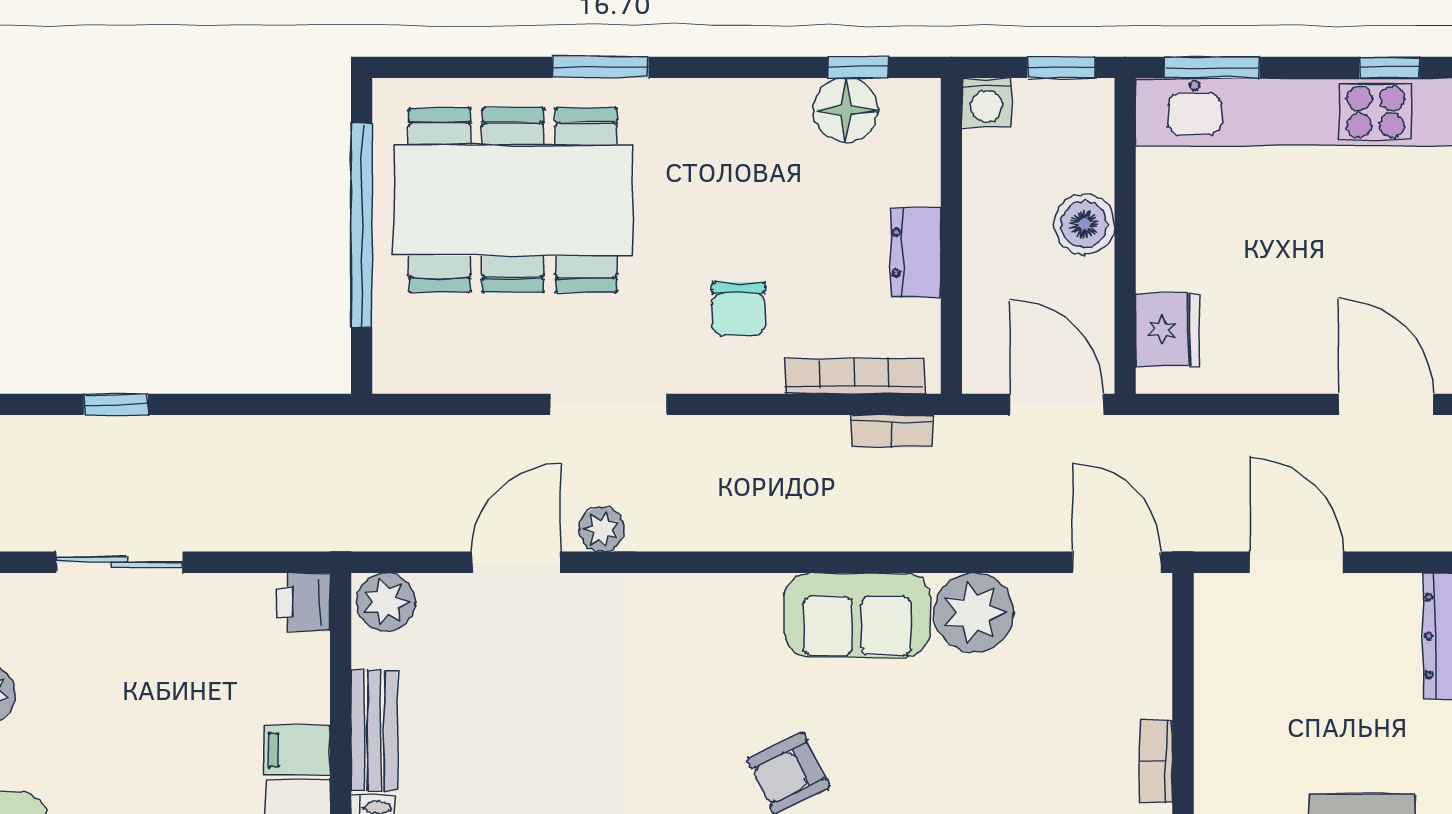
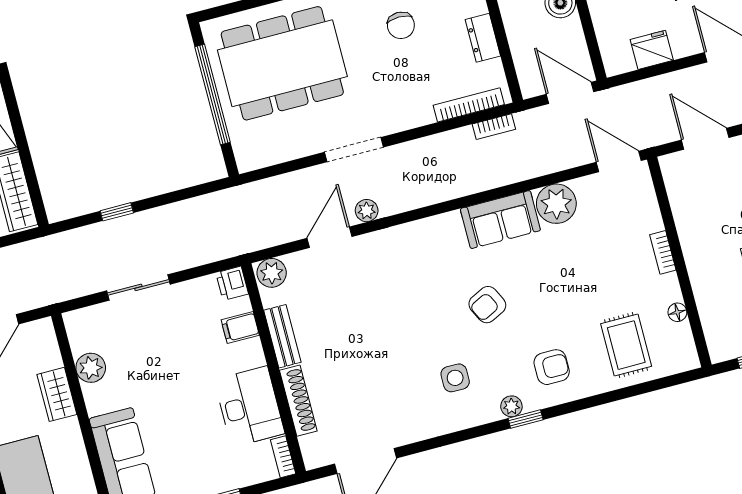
chair: (739, 309) -> (401, 25), moved
fridge: (1167, 330) -> (652, 50), moved, turned -90
filing cabinet: (297, 750) -> (240, 327), moved

